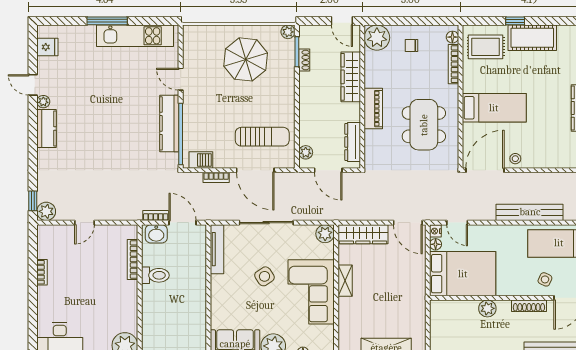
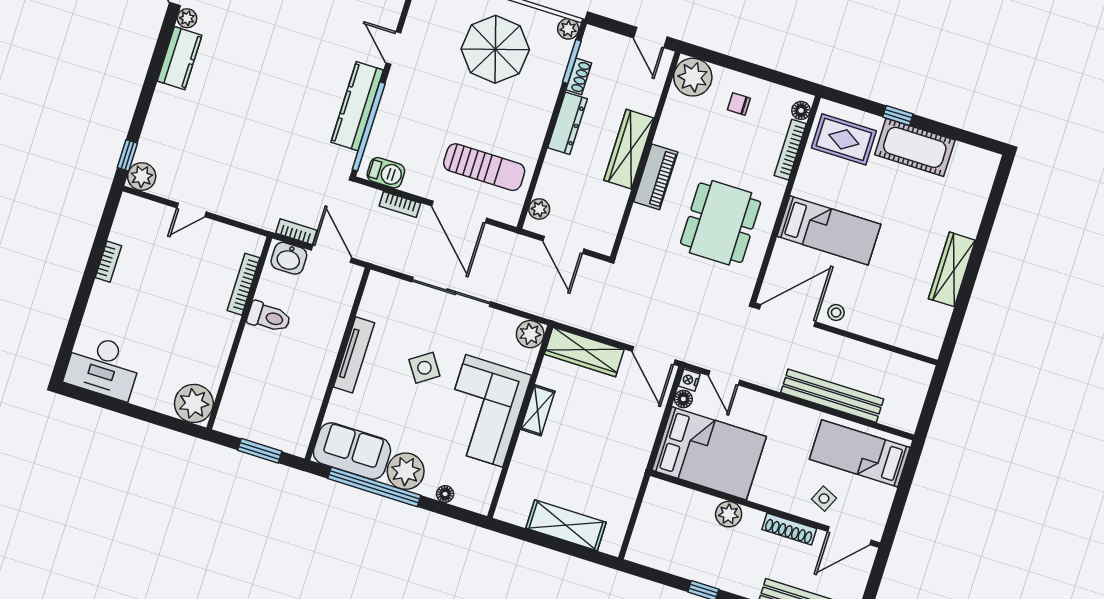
wardrobe: (351, 77) -> (629, 149), moved
dresser: (353, 142) -> (567, 123), moved, turned 180
tv unit: (217, 249) -> (354, 355), moved

